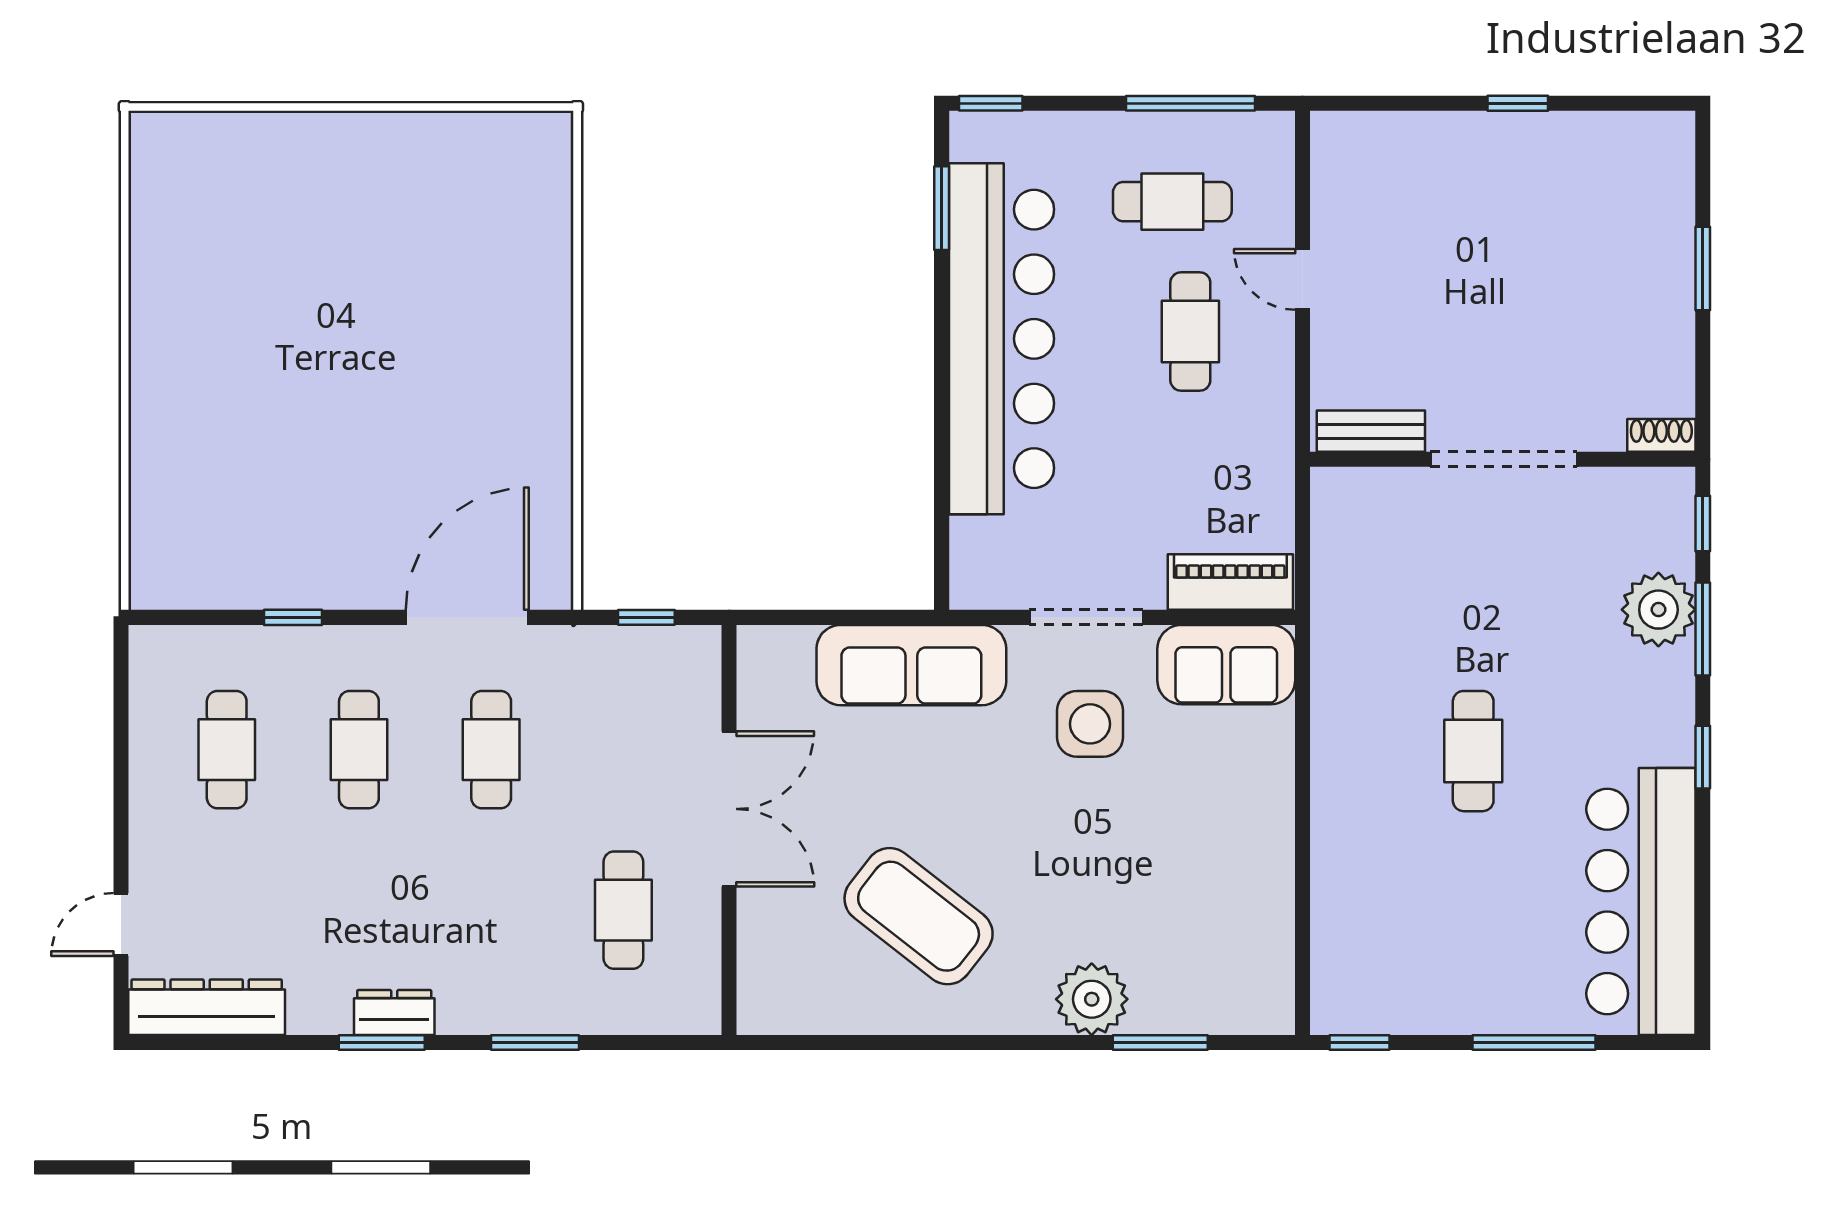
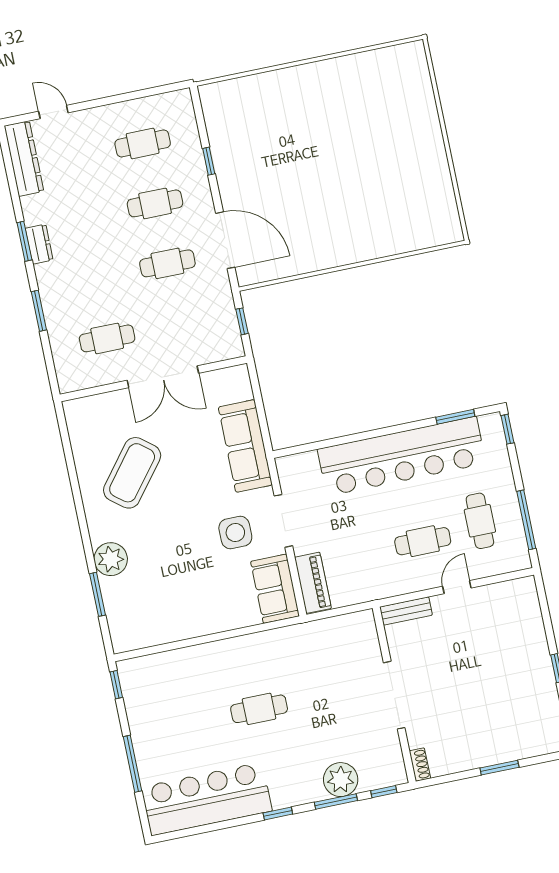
bench: (1371, 431) -> (406, 611), moved, turned 90

